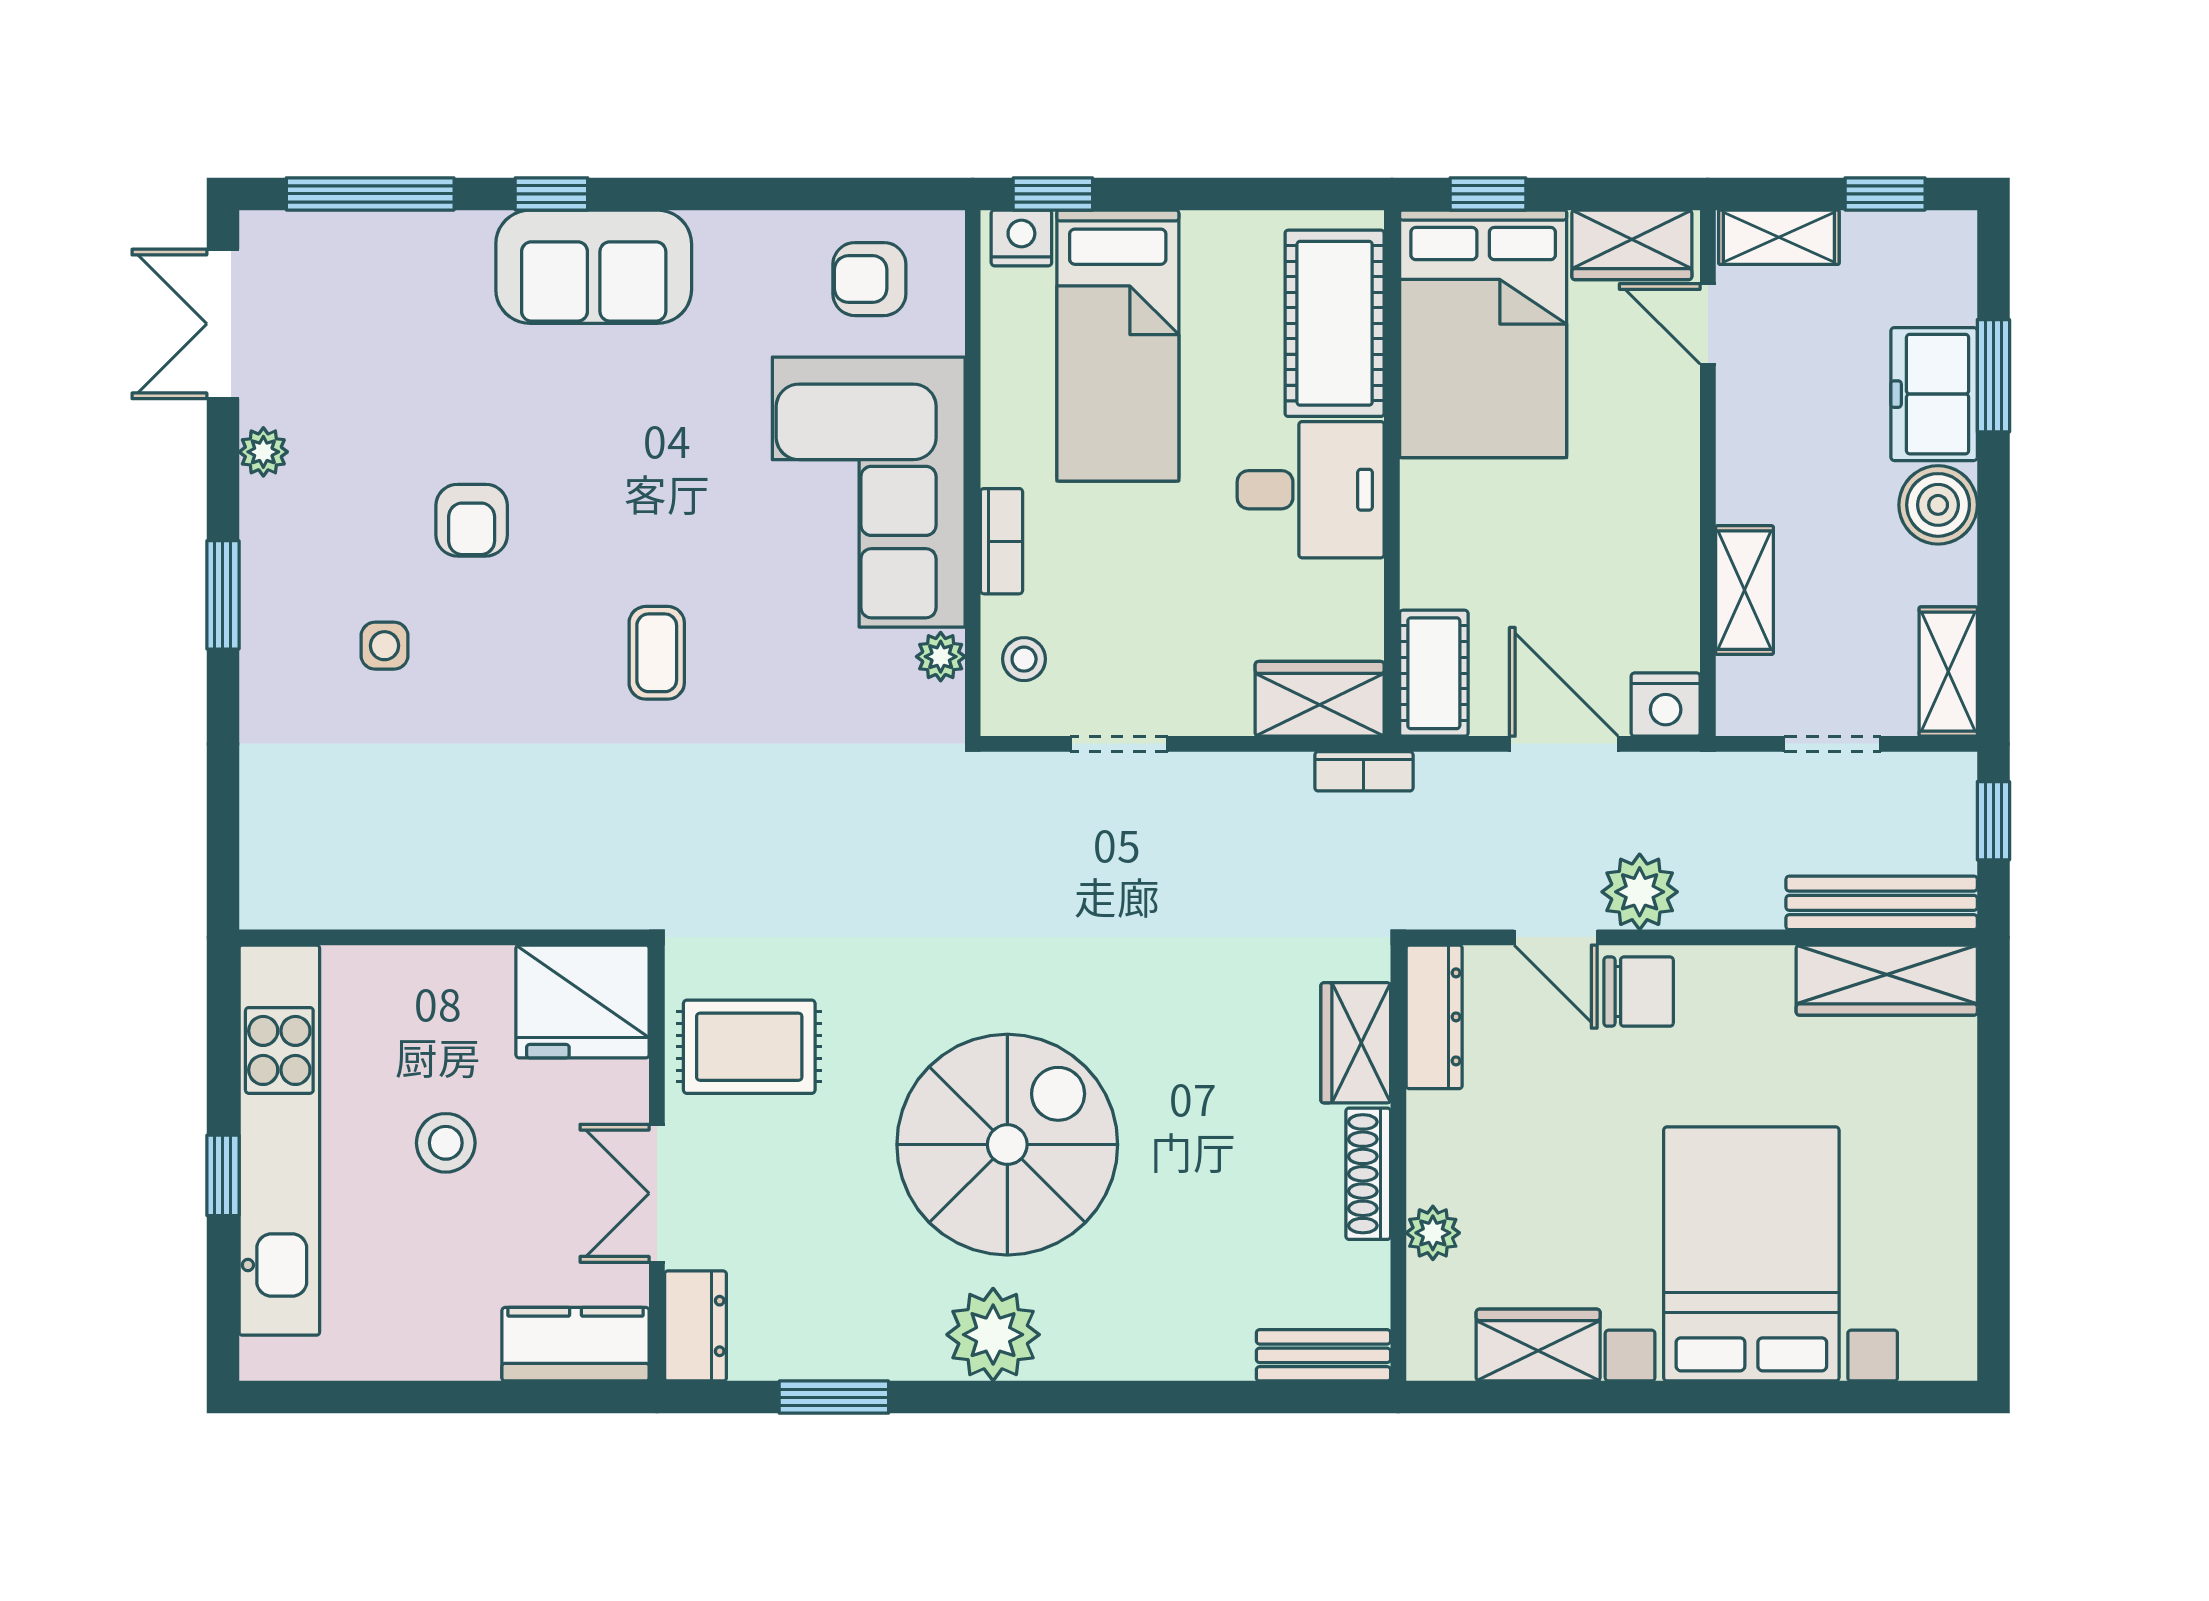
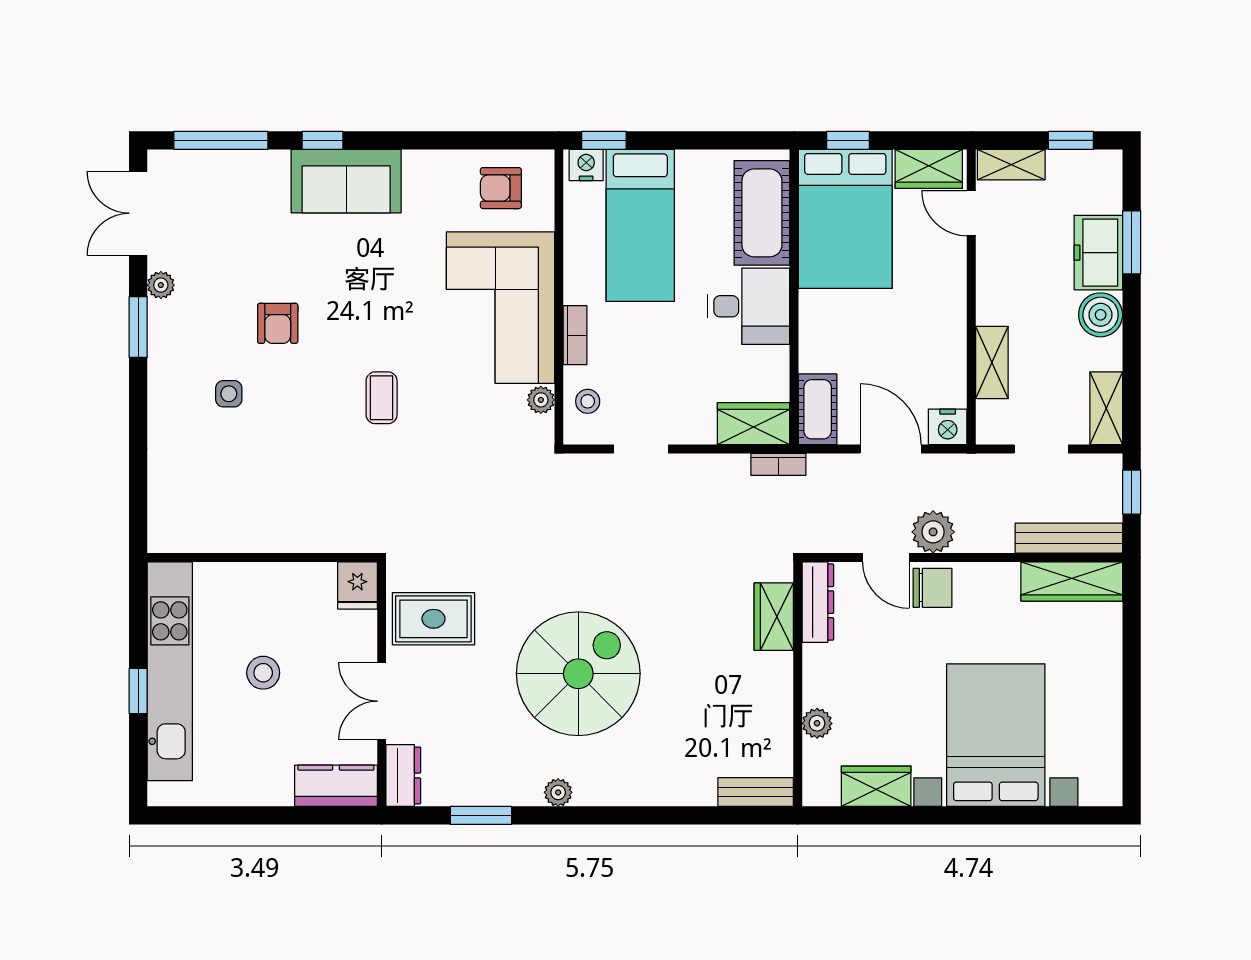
window: (223, 595) -> (138, 327), moved
fridge: (583, 1002) -> (357, 585), width x0.53, depth x0.75
shoe rack: (1368, 1174) -> (781, 690), removed
plant: (993, 1335) -> (558, 792), width x0.53, depth x0.53

